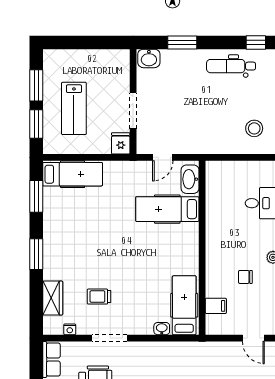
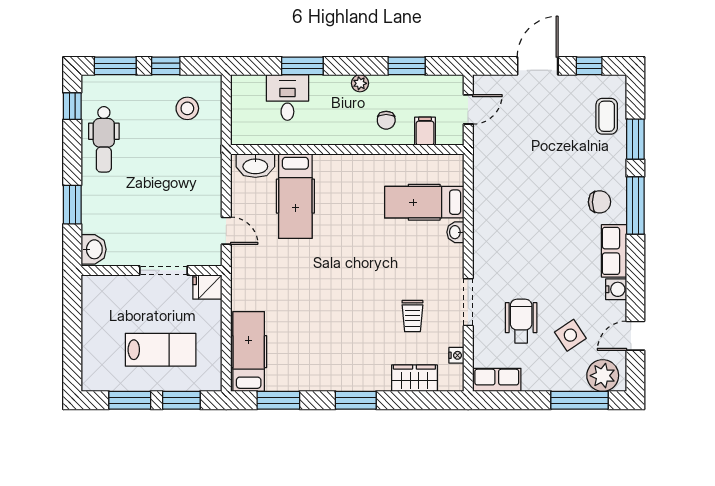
washbasin: (190, 179) -> (255, 166), moved
hospital bed: (167, 209) -> (295, 196), moved
wall: (202, 248) -> (347, 150), moved
filing cabinet: (216, 306) -> (425, 131), moved

